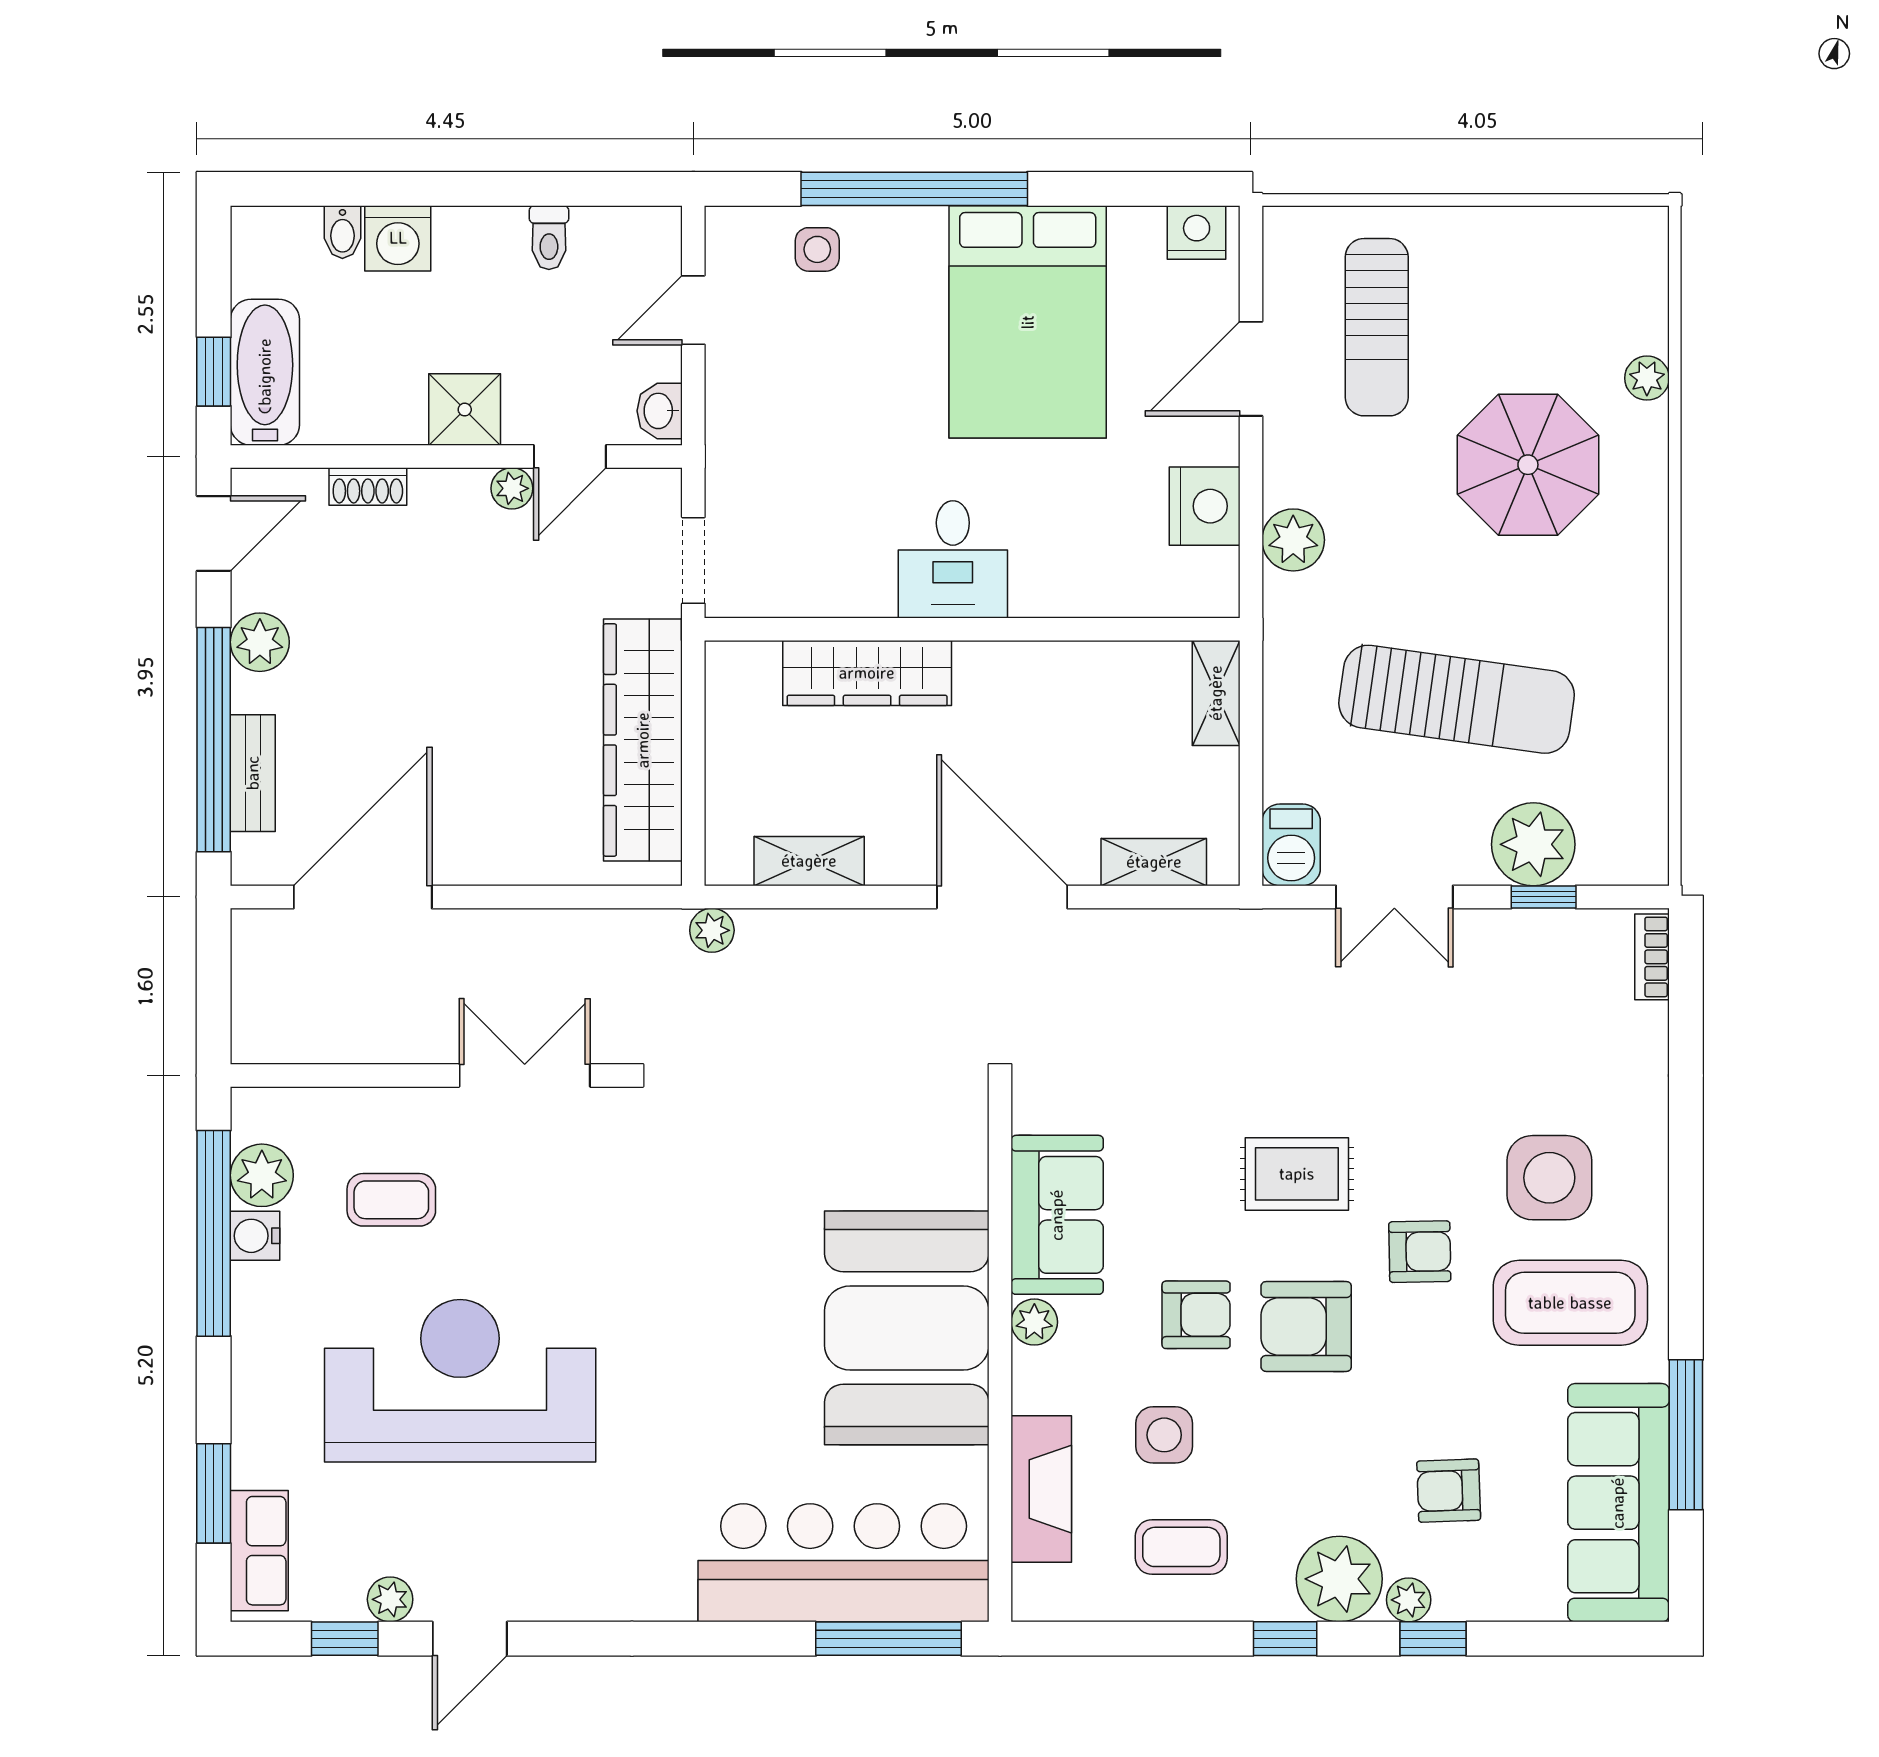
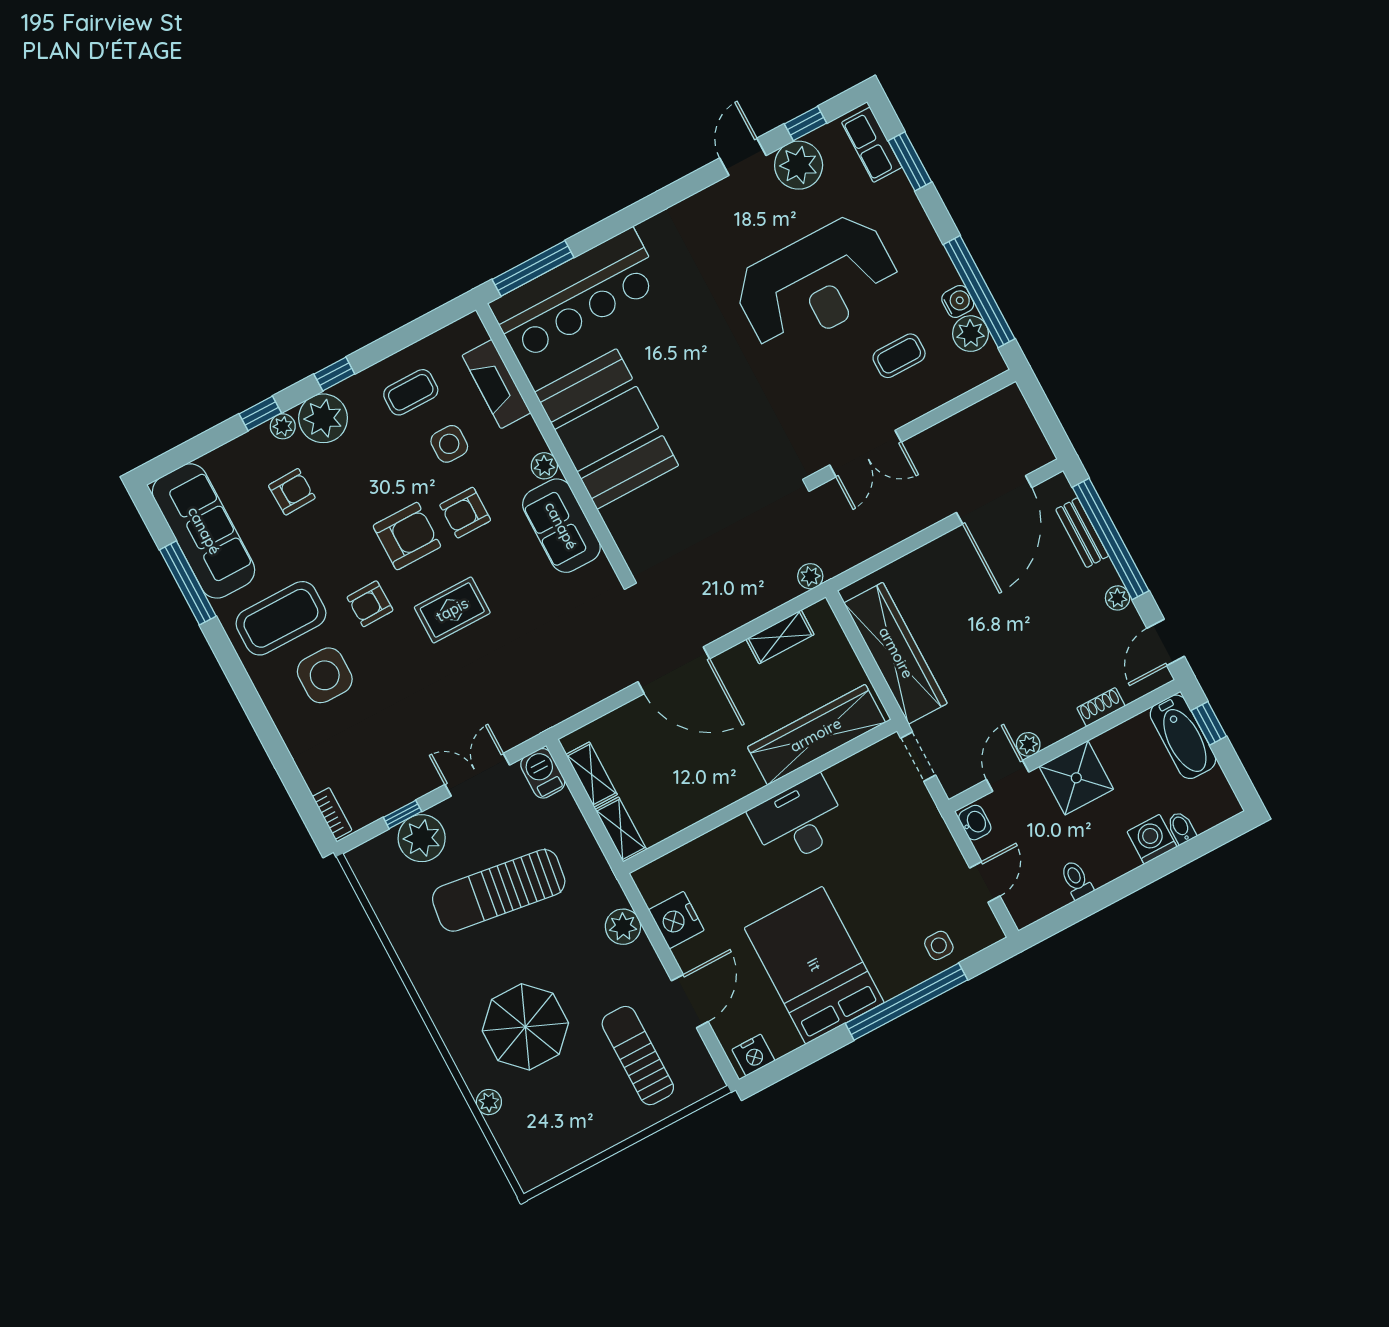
shower: (465, 410) -> (1076, 778), width x1.36, depth x1.36
desk: (953, 559) -> (799, 821), width x1.37
plant: (260, 642) -> (1118, 598), width x0.73, depth x0.73
wardrobe: (867, 673) -> (816, 735), width x1.40, depth x1.17
shelving: (1154, 862) -> (592, 774), moved, turned 90
plant: (390, 1599) -> (799, 165), width x1.87, depth x1.87

